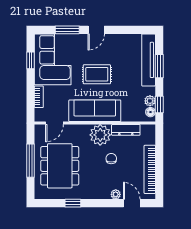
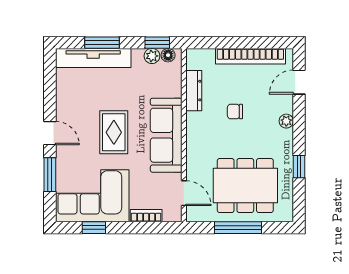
plant: (100, 135) -> (201, 127), removed
plant: (116, 194) -> (286, 121), moved

